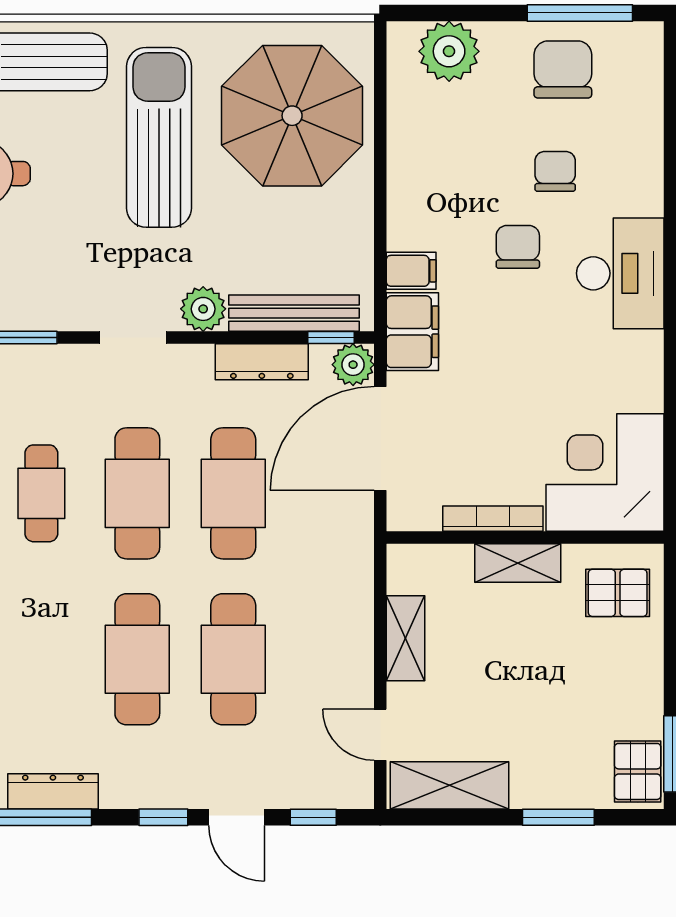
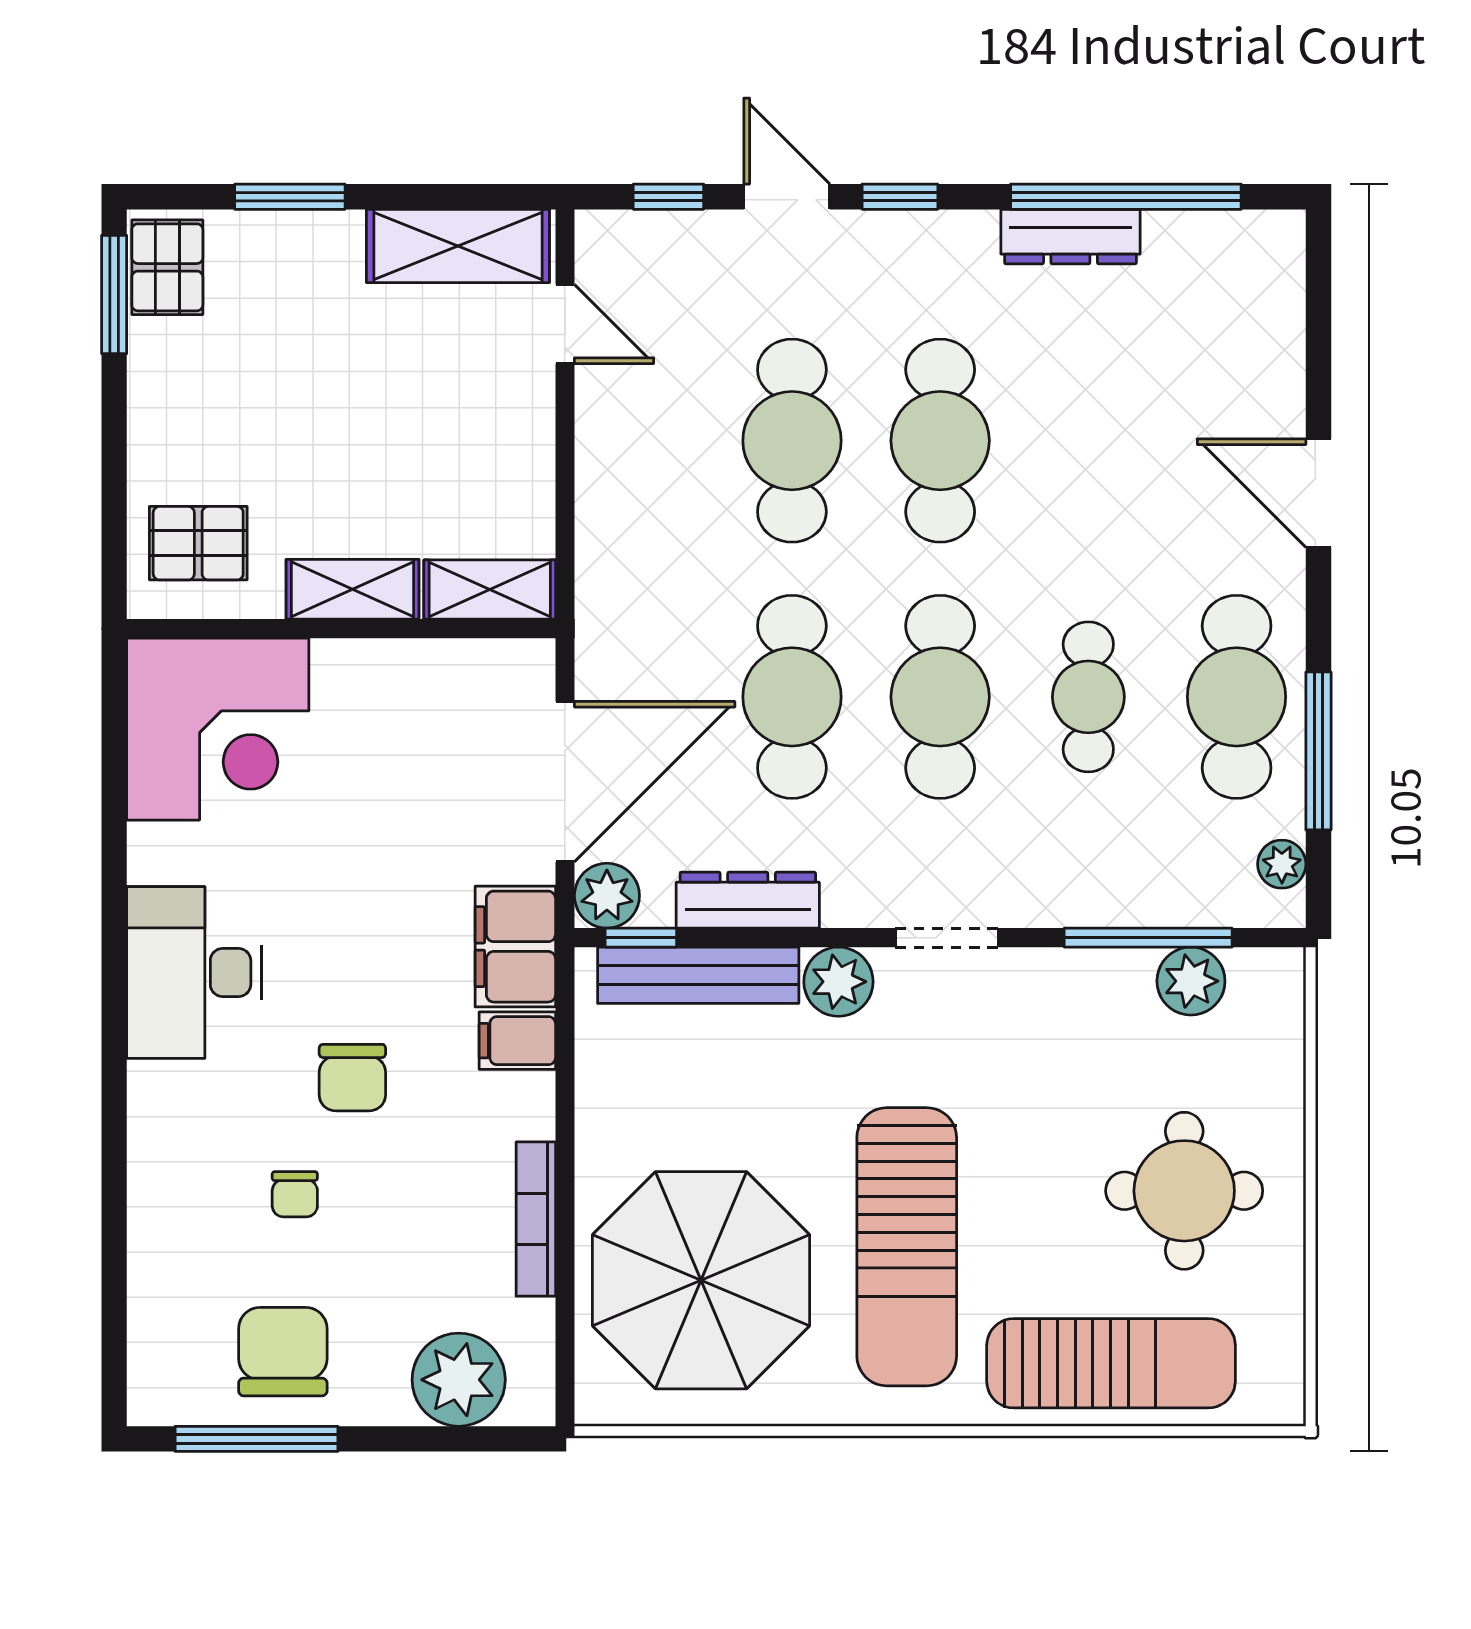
chair: (563, 69) -> (283, 1352), turned 180
chair: (555, 171) -> (295, 1194), width x0.73, depth x0.73
desk: (620, 273) -> (194, 973), moved
bookcase: (493, 519) -> (536, 1219), moved, turned 90
shelving: (405, 638) -> (490, 590), moved, turned 90

